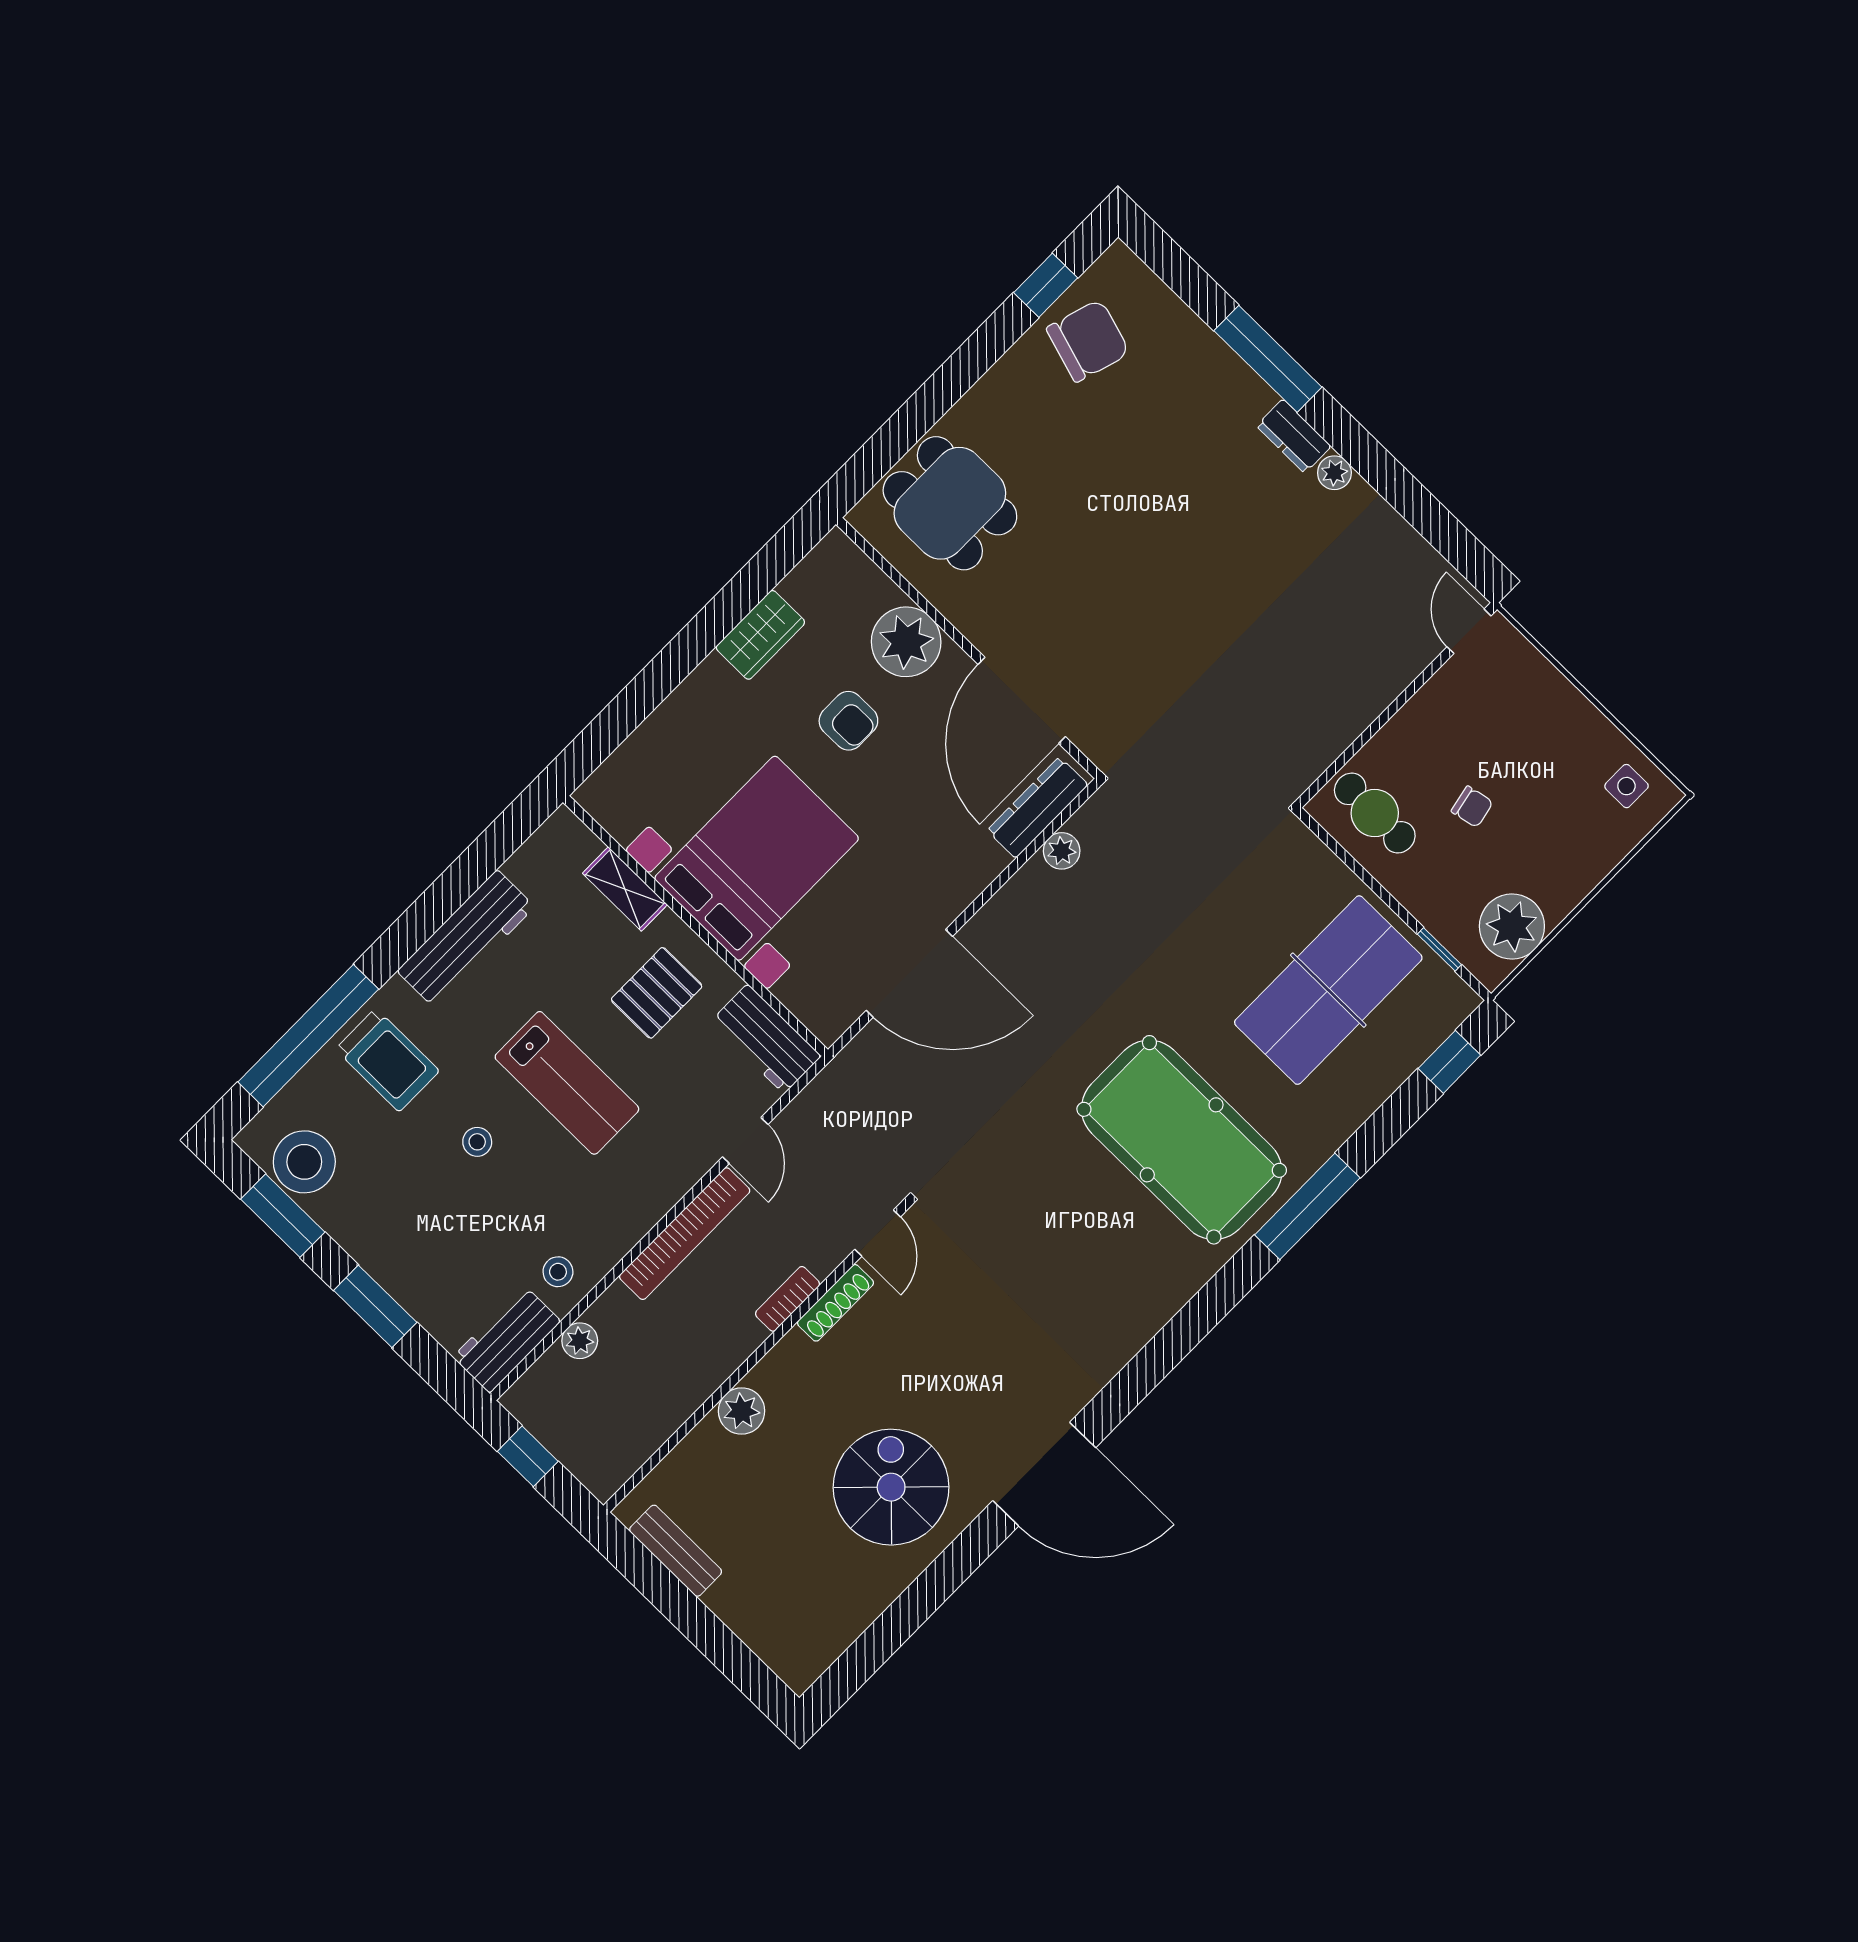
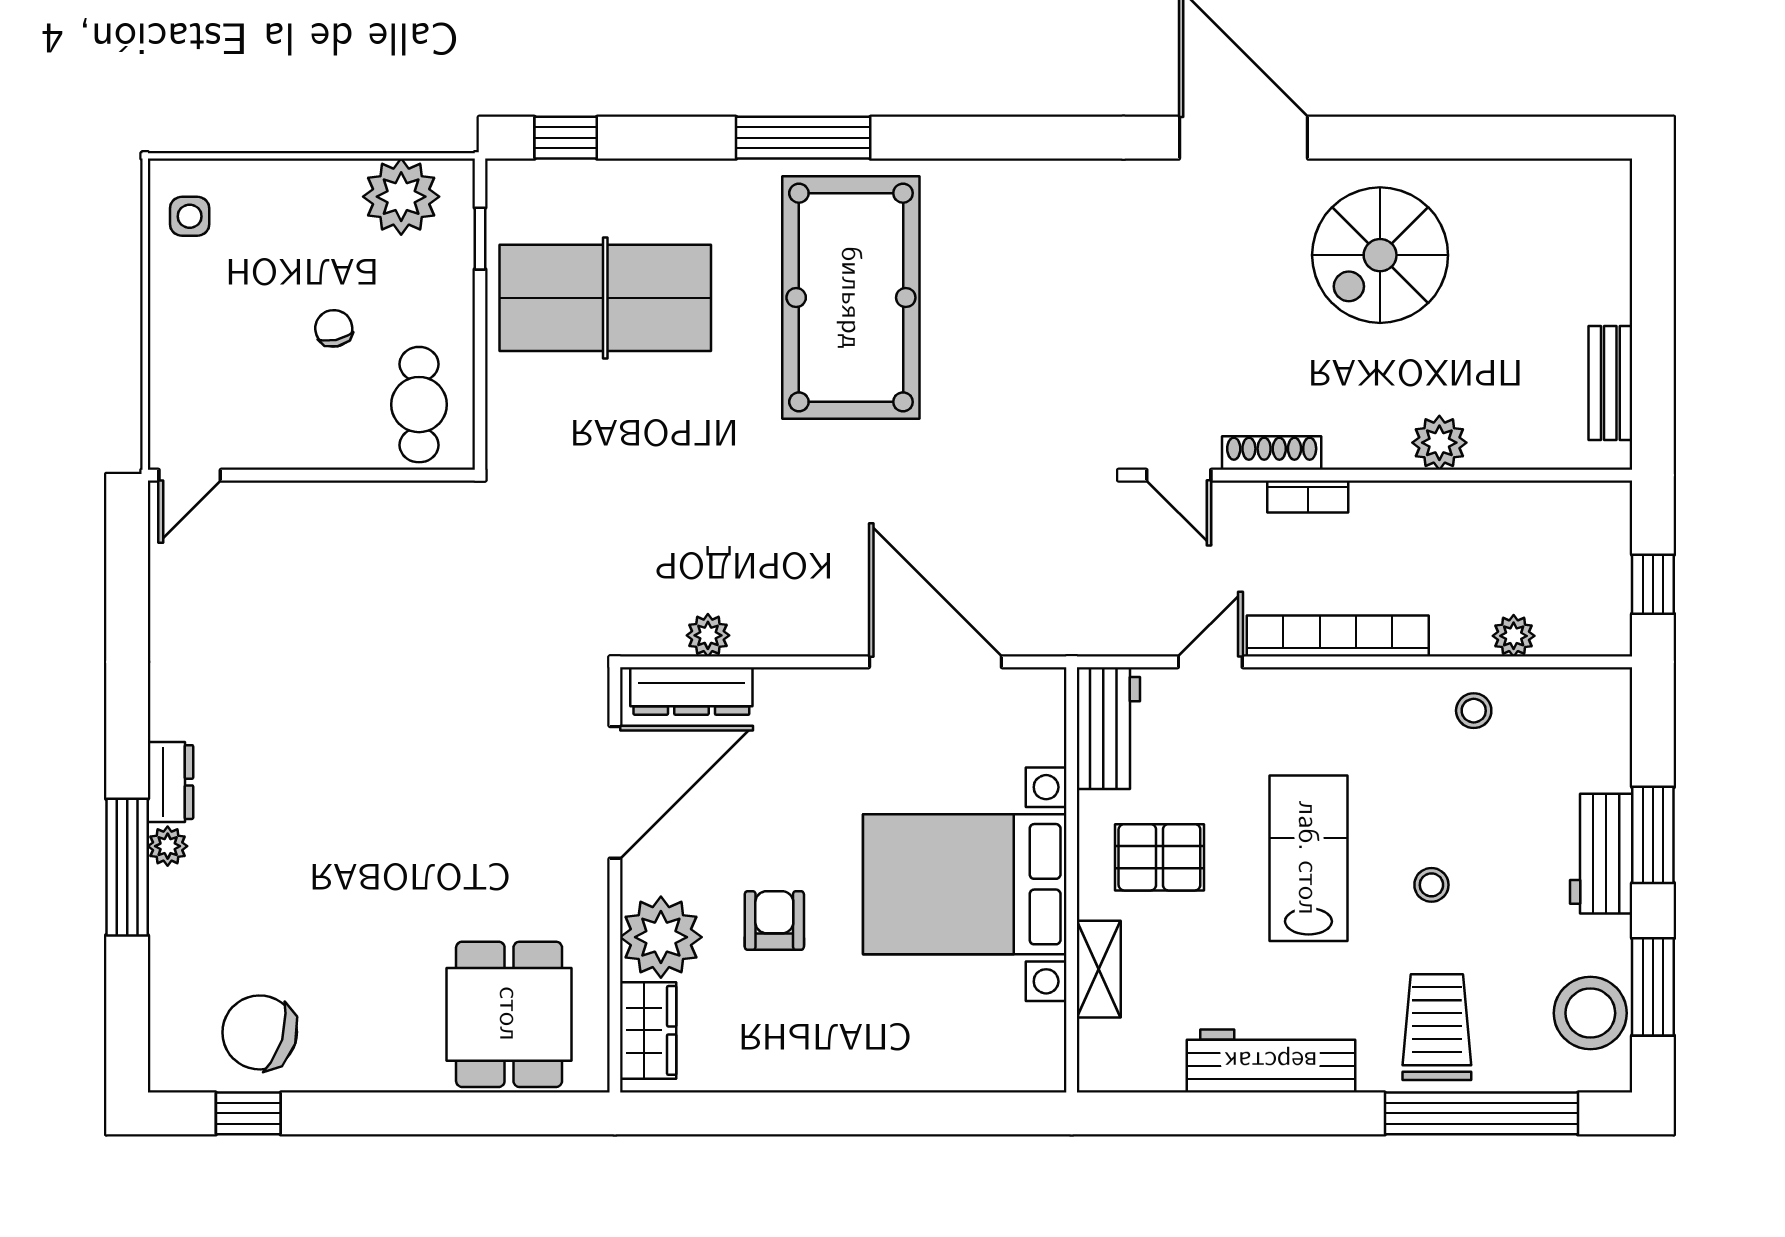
plant: (1334, 473) -> (168, 846), moved
wardrobe: (760, 635) -> (648, 1030), moved, turned 90
door: (878, 1233) -> (1179, 475), swing flipped
workbench: (507, 1339) -> (1601, 854), moved, turned 90

